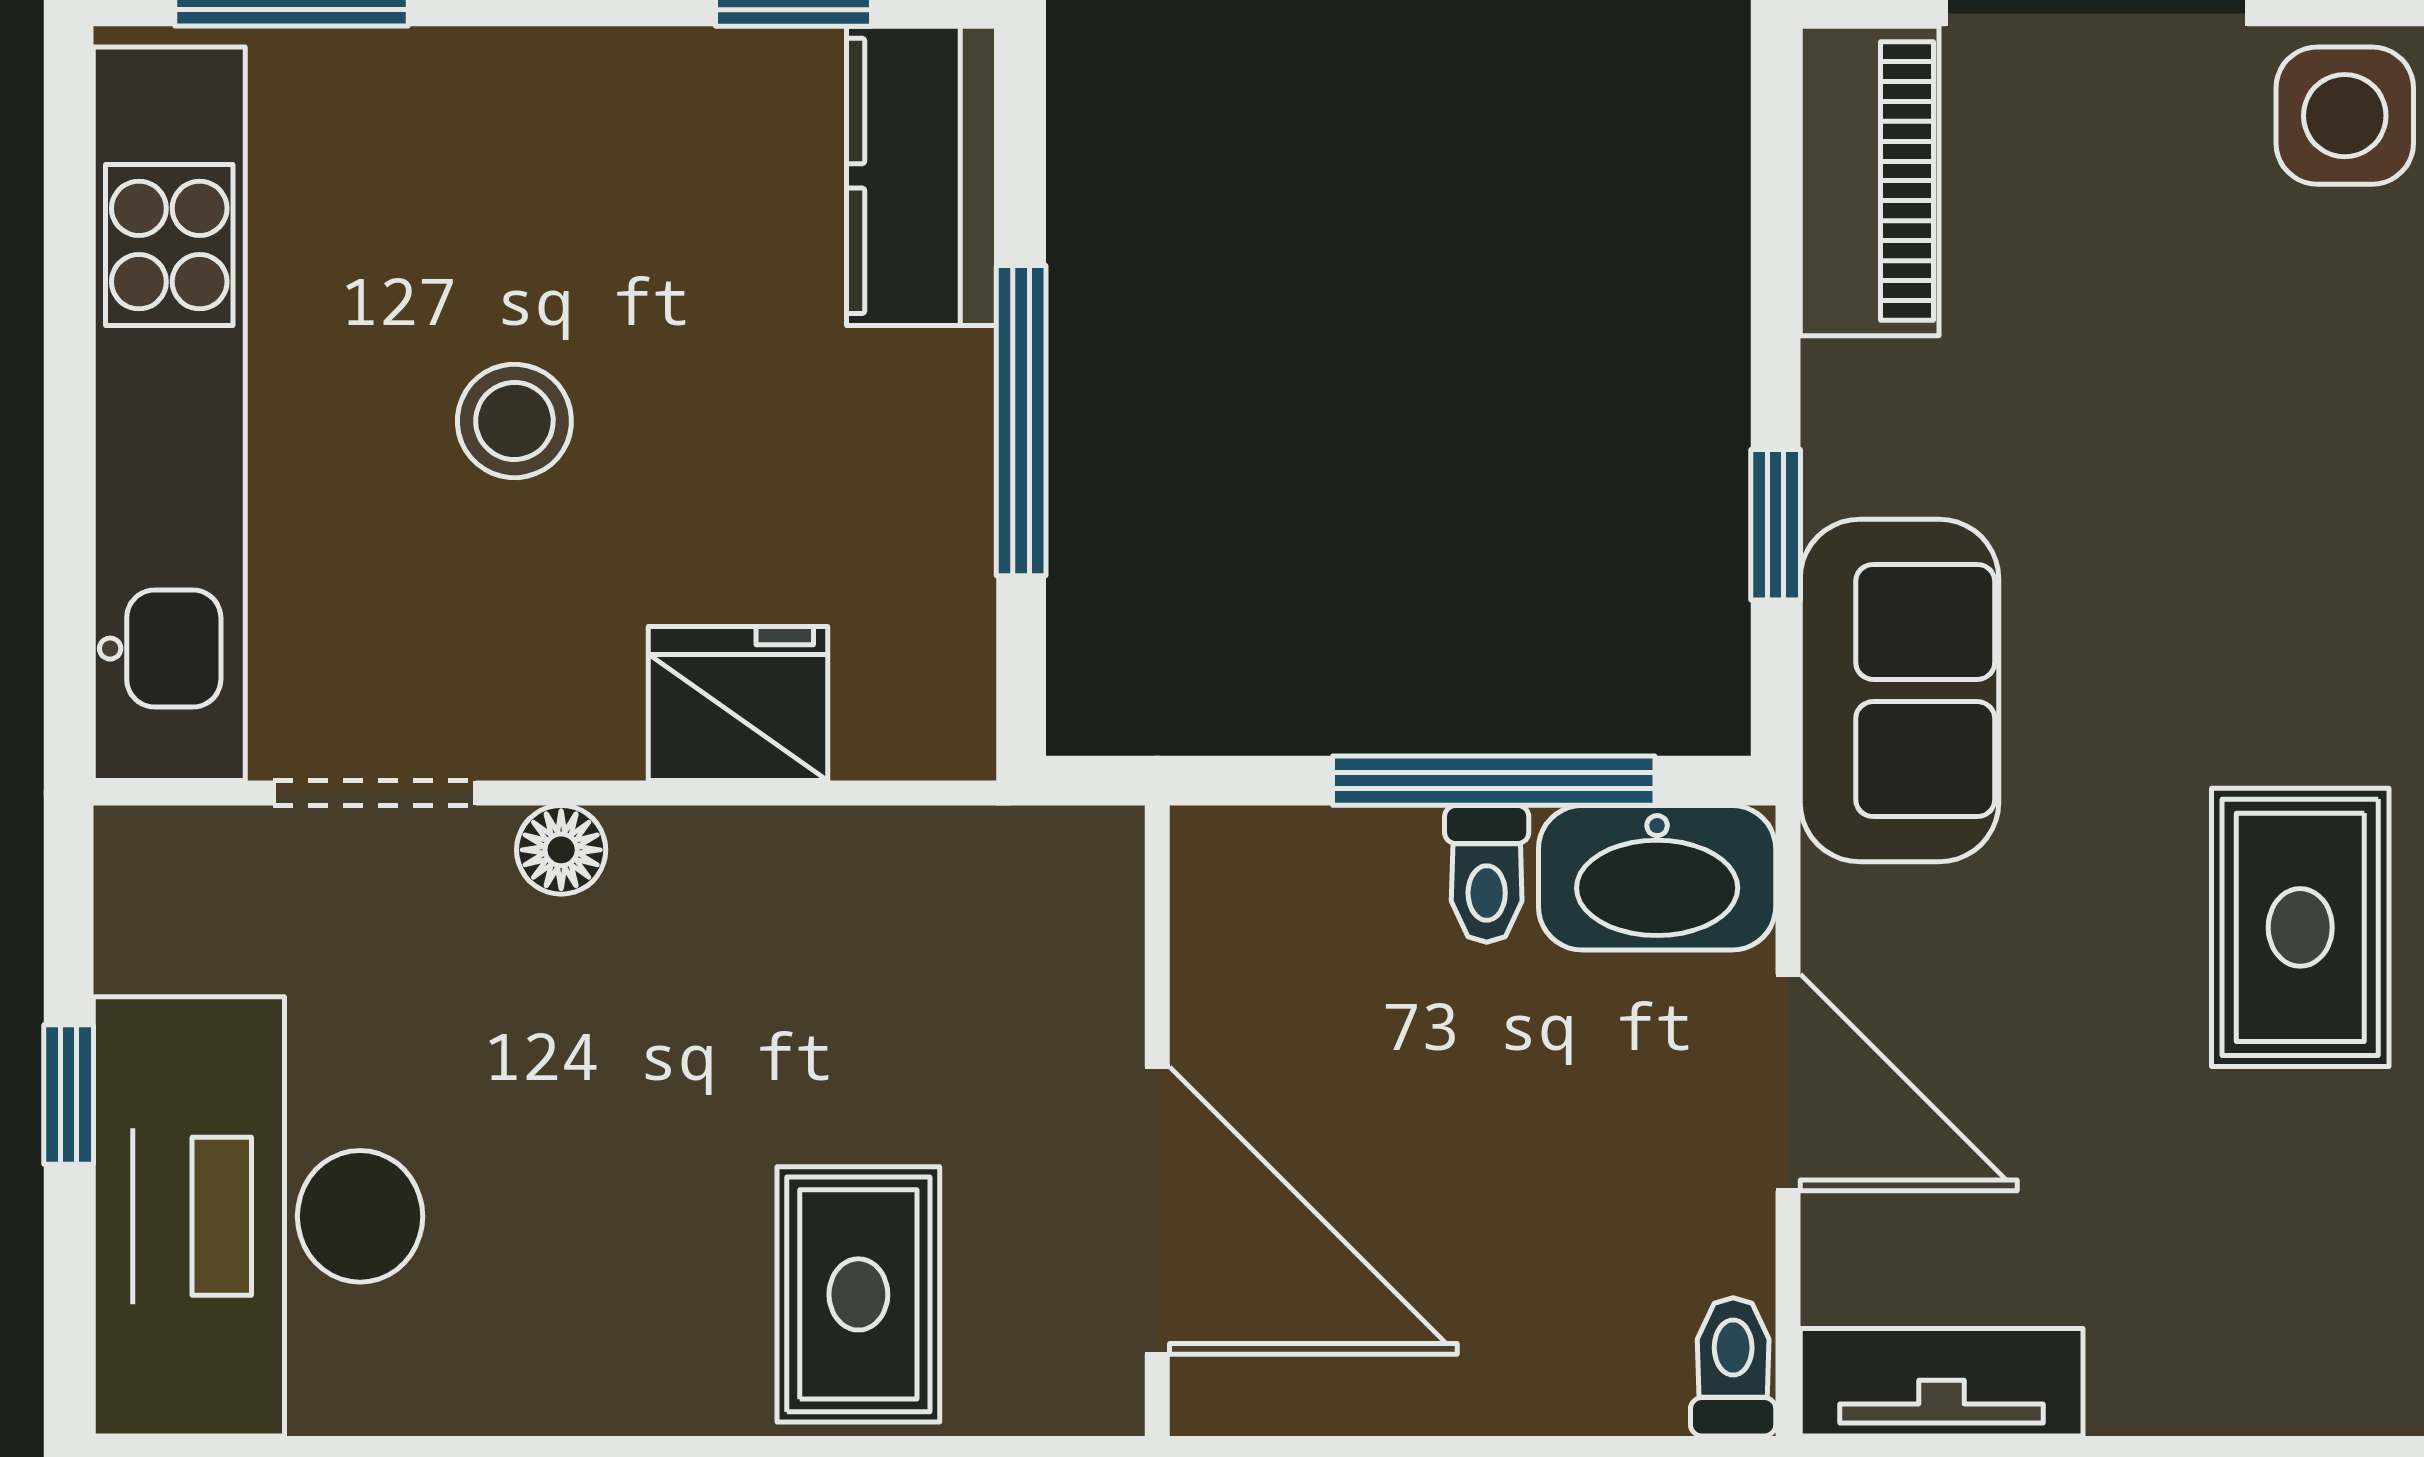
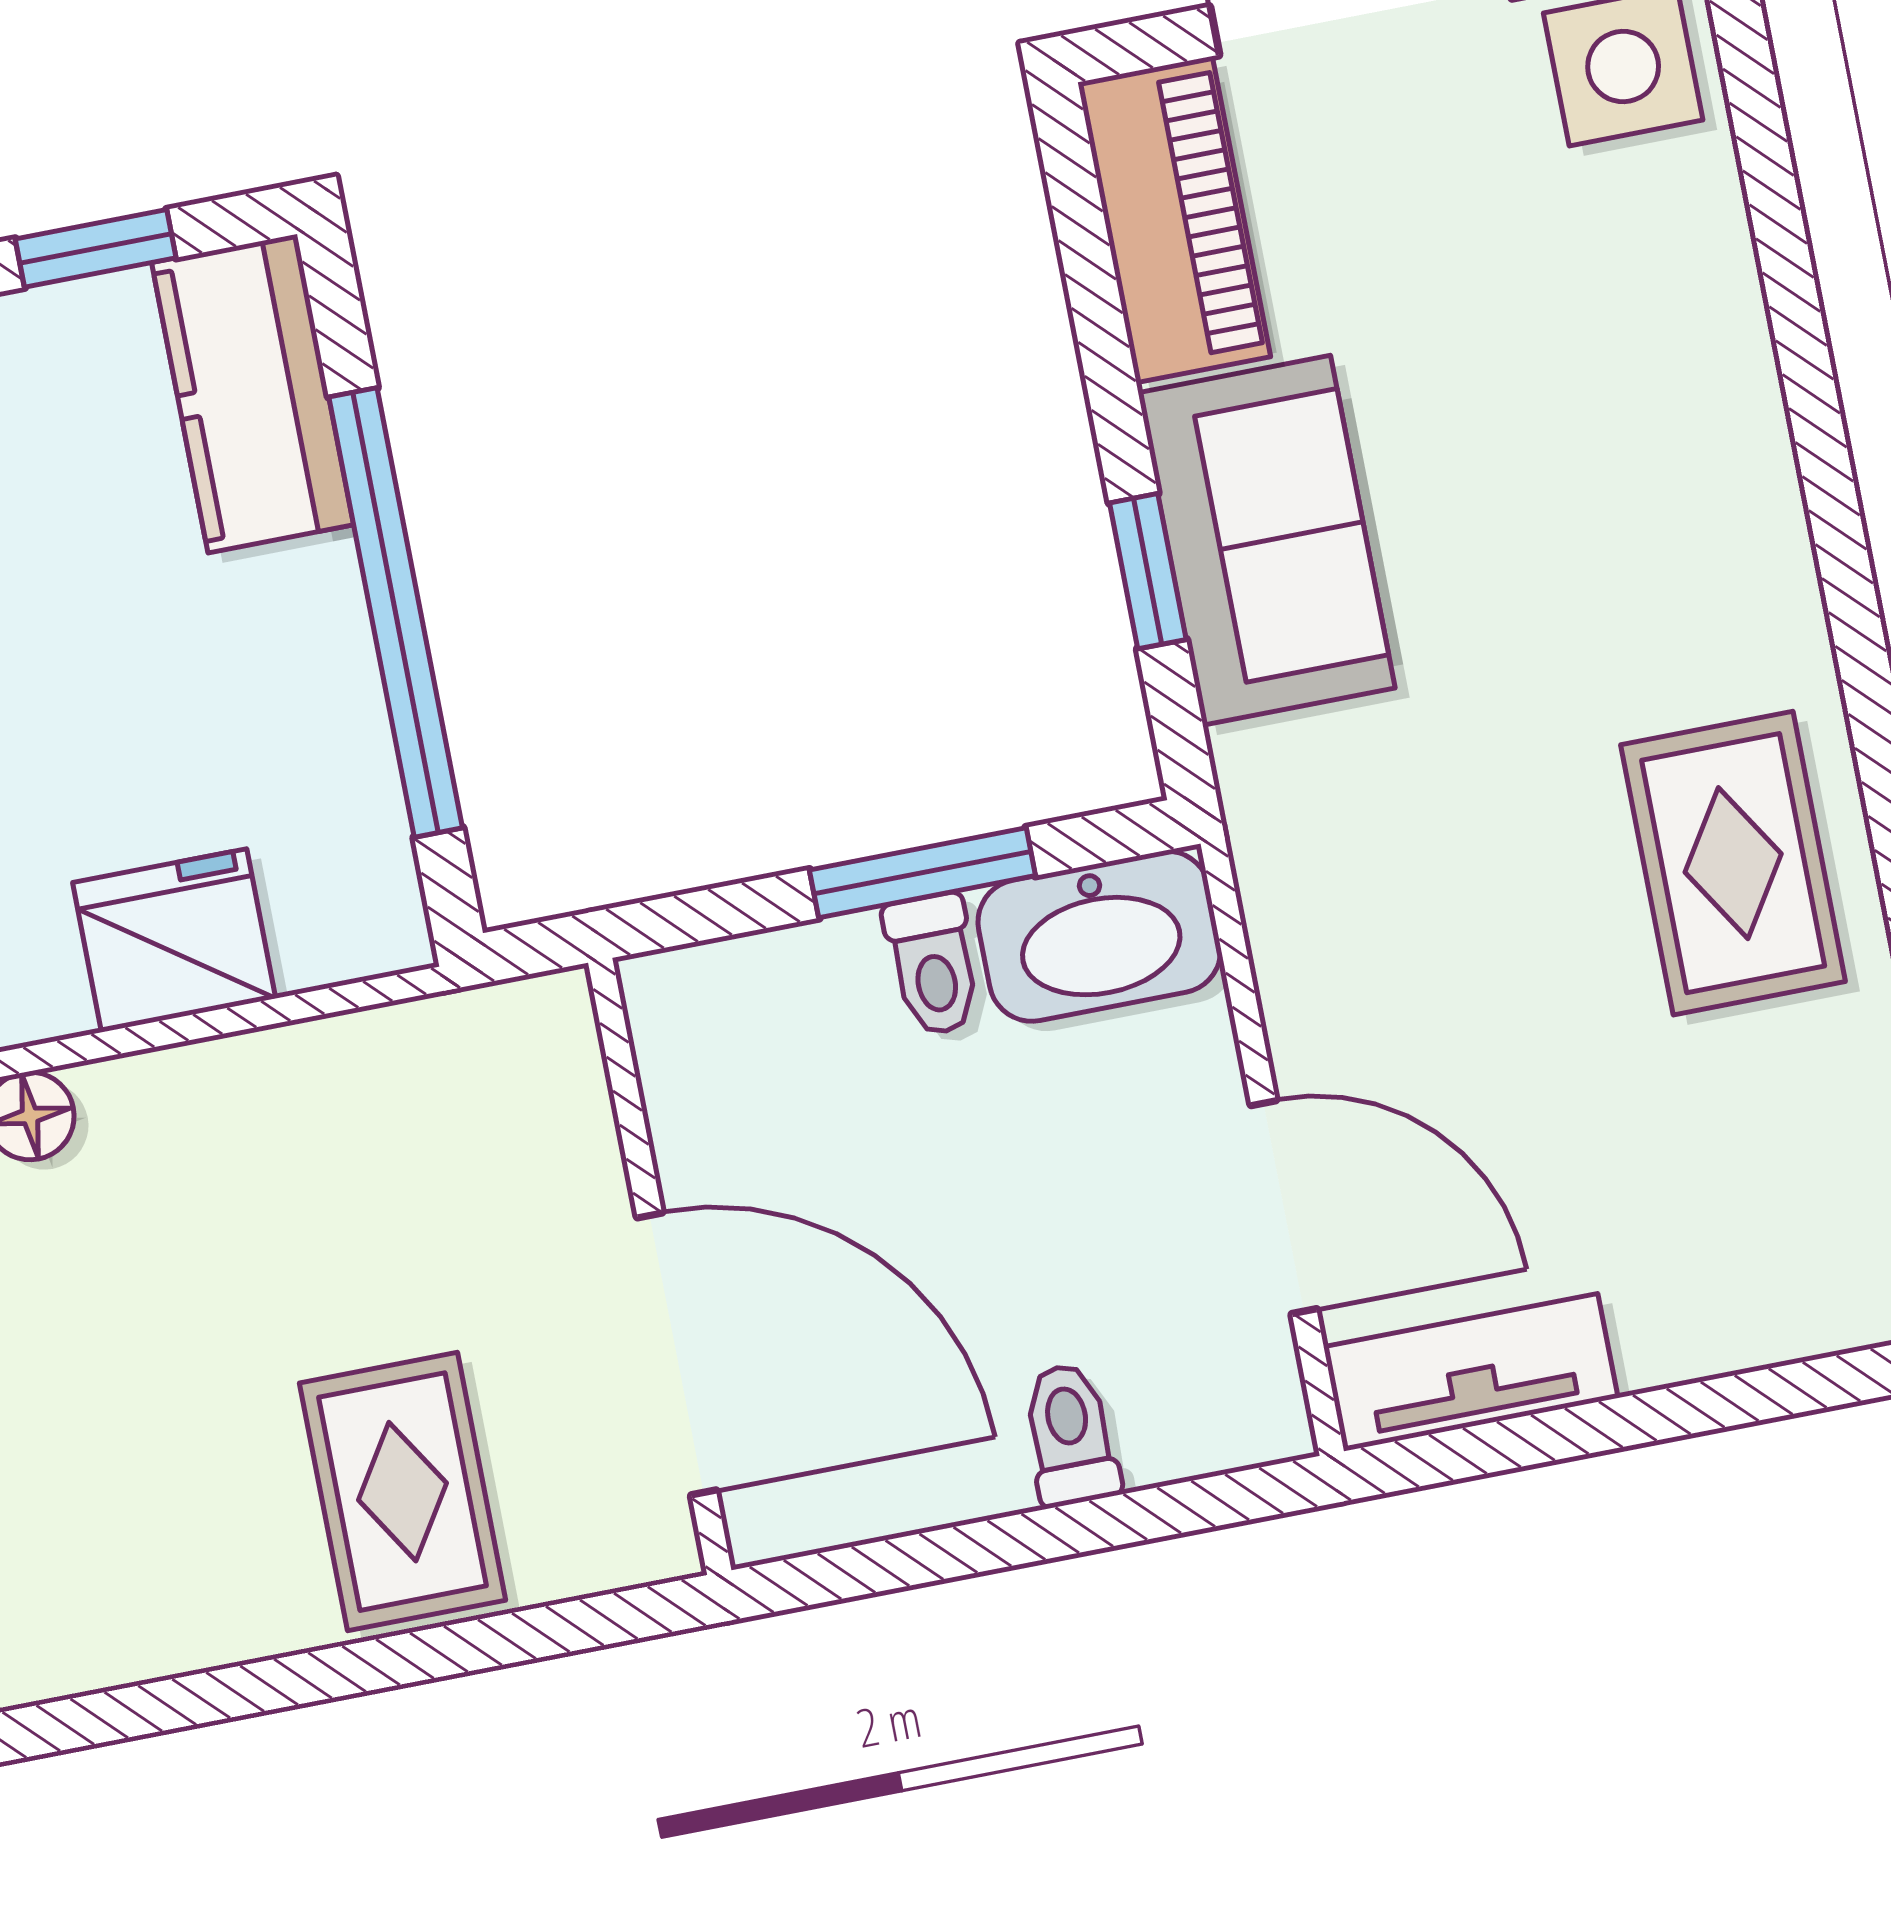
window: (1021, 421) -> (396, 612), width x1.46
sofa: (1899, 690) -> (1267, 540), moved
window: (1494, 781) -> (922, 873), width x0.69
door: (1788, 1083) -> (1284, 1207), moved
toilet: (1733, 1367) -> (1070, 1435), moved

